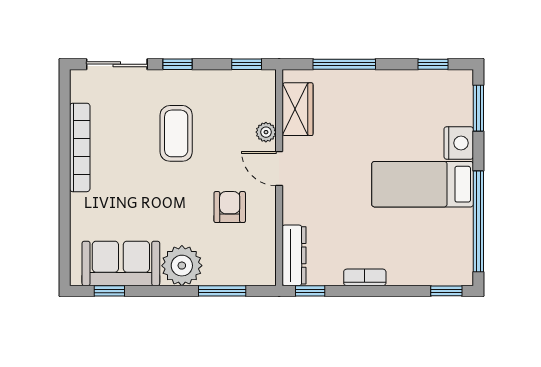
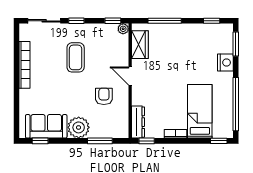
plant: (266, 132) -> (123, 29), moved
bed: (423, 184) -> (200, 111), moved, turned 90

